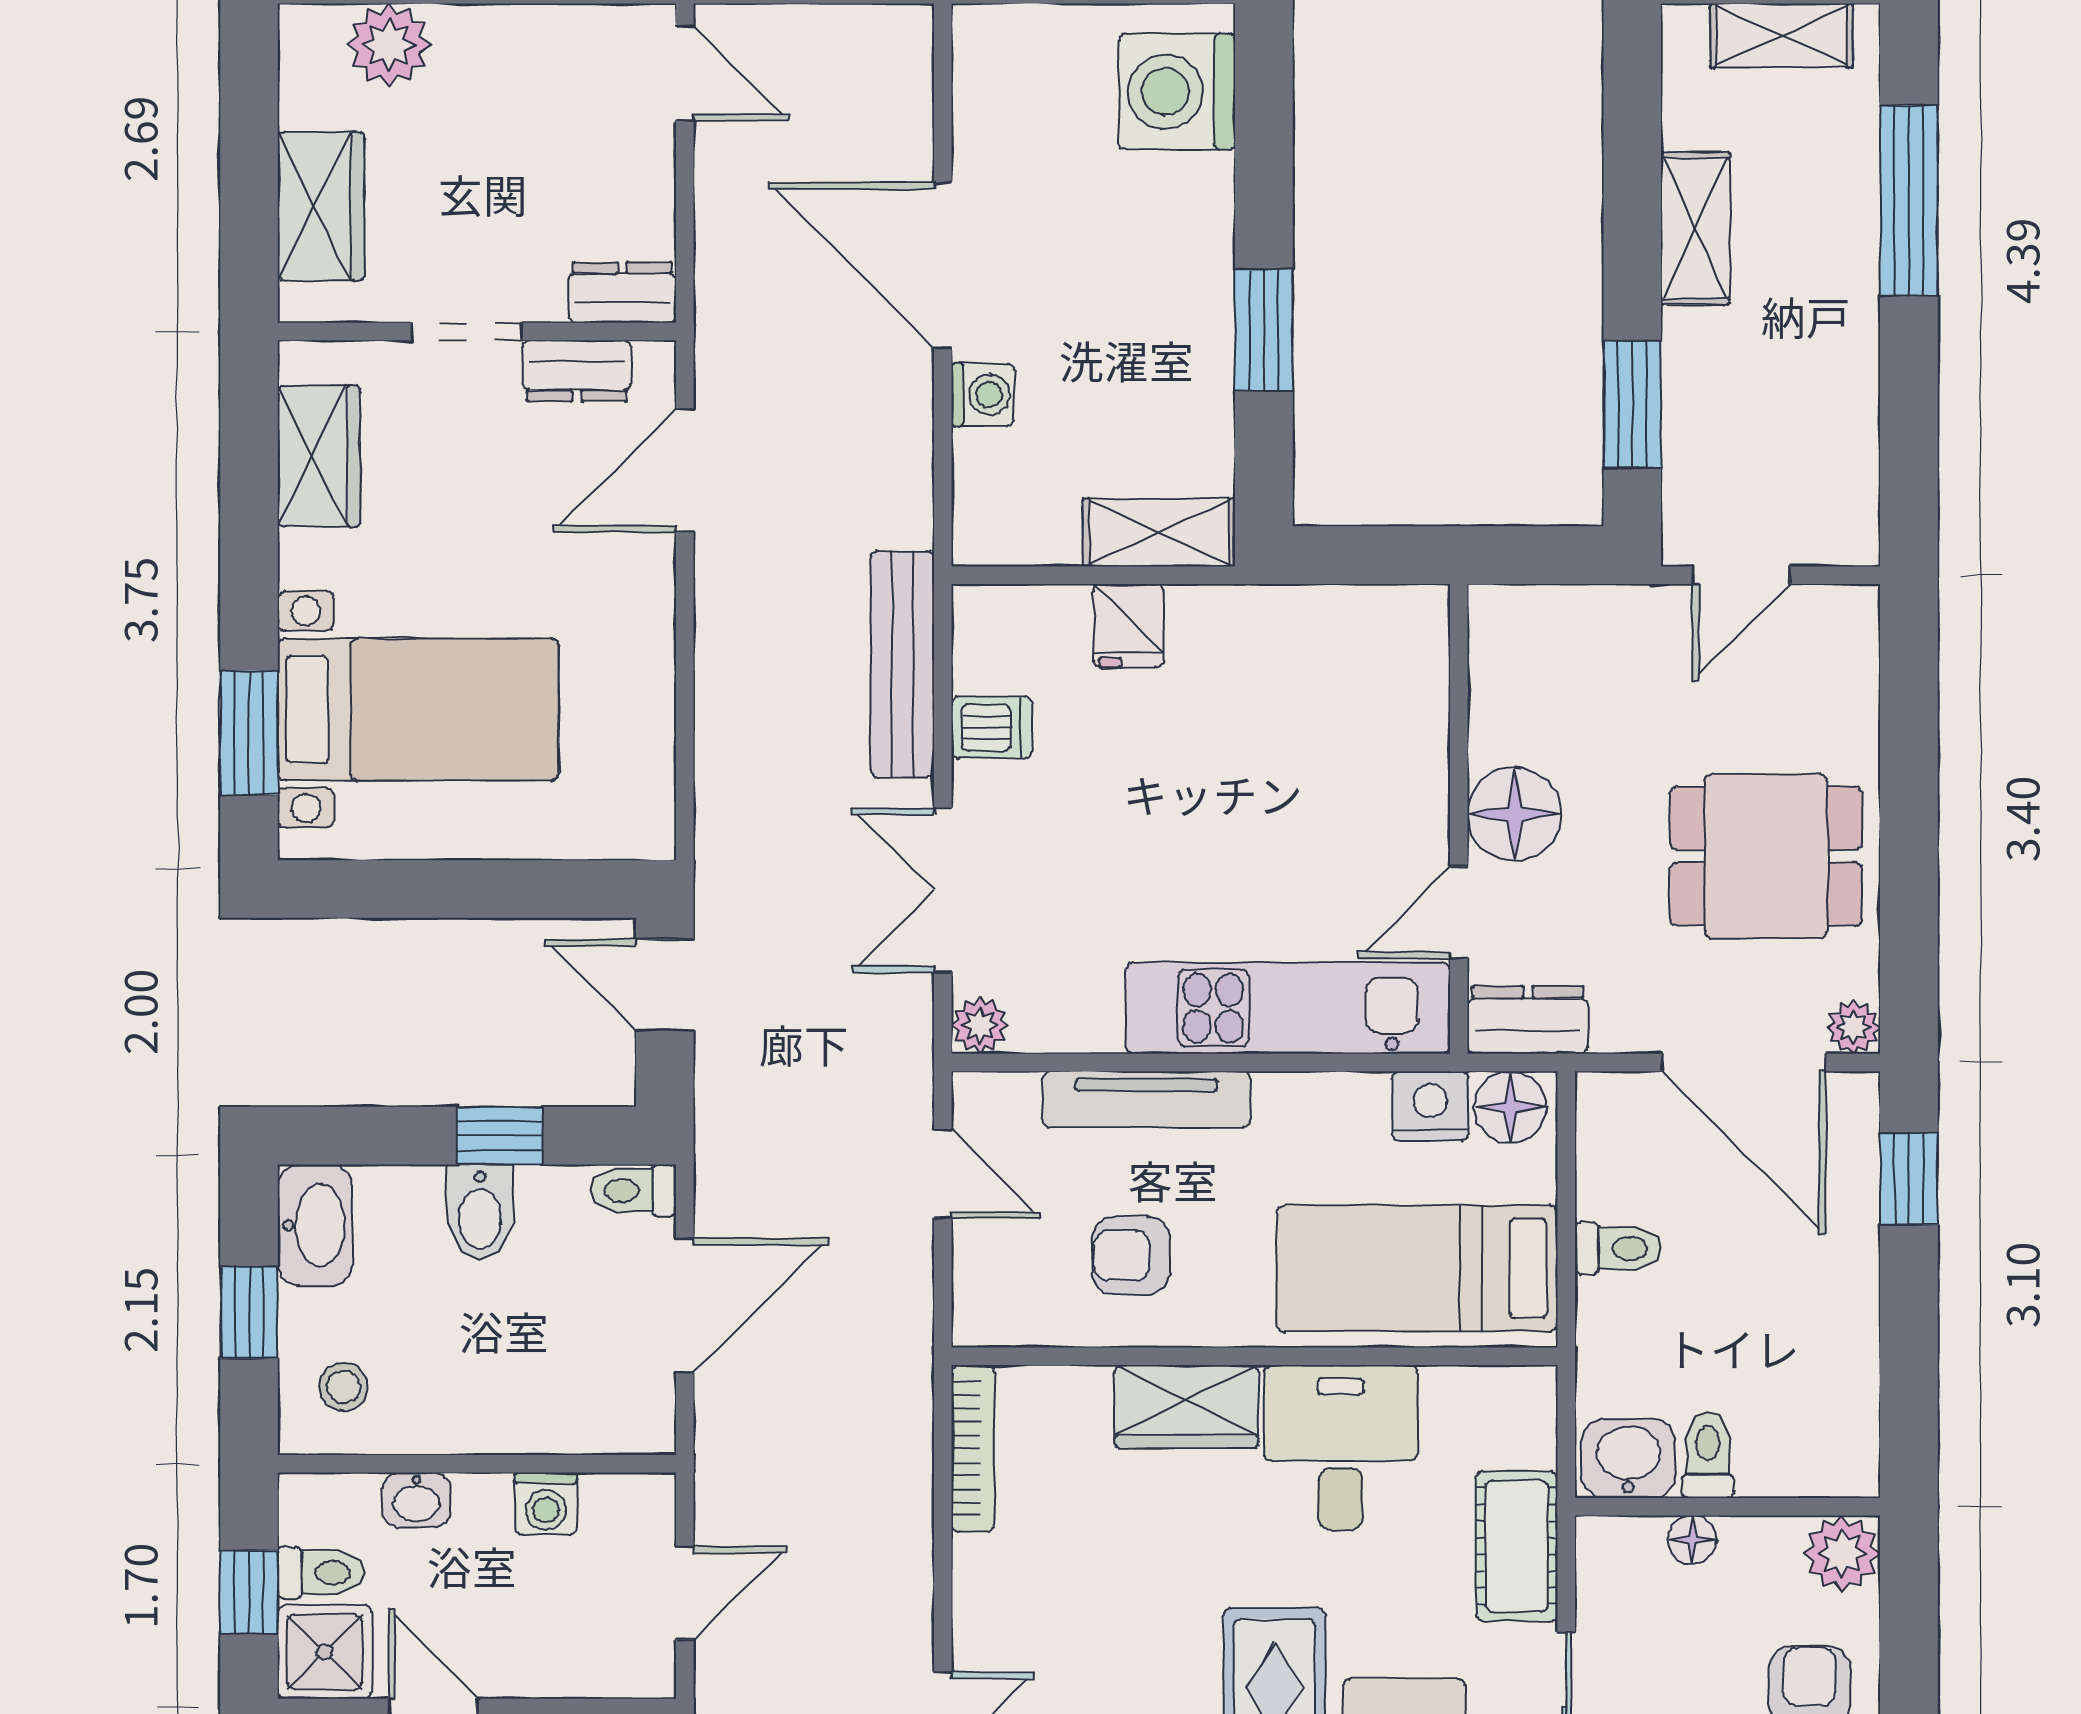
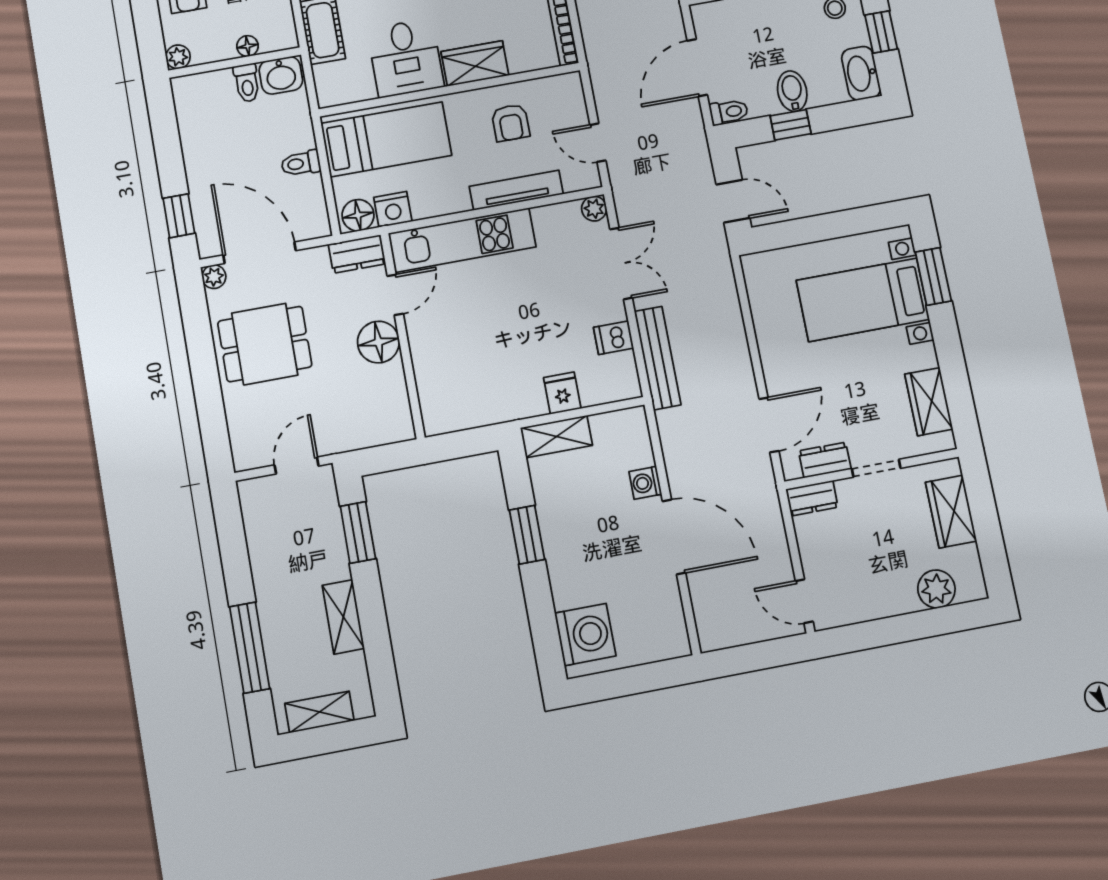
armchair: (1131, 1256) -> (510, 123), turned 90
plant: (1842, 1554) -> (178, 57), width x0.73, depth x0.73

